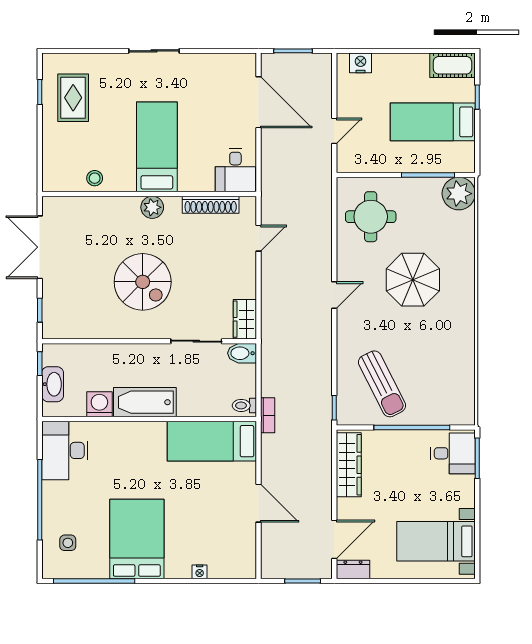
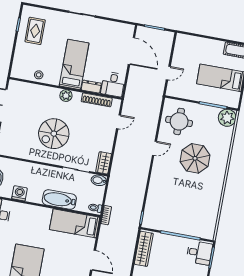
nightstand: (360, 63) -> (188, 40), removed
dresser: (196, 182) -> (91, 87), added
spiral stairs: (143, 282) -> (54, 134), turned 90
door: (334, 295) -> (154, 148), moved
sun lounger: (382, 384) -> (169, 210), removed
bathtub: (145, 402) -> (59, 200), moved

